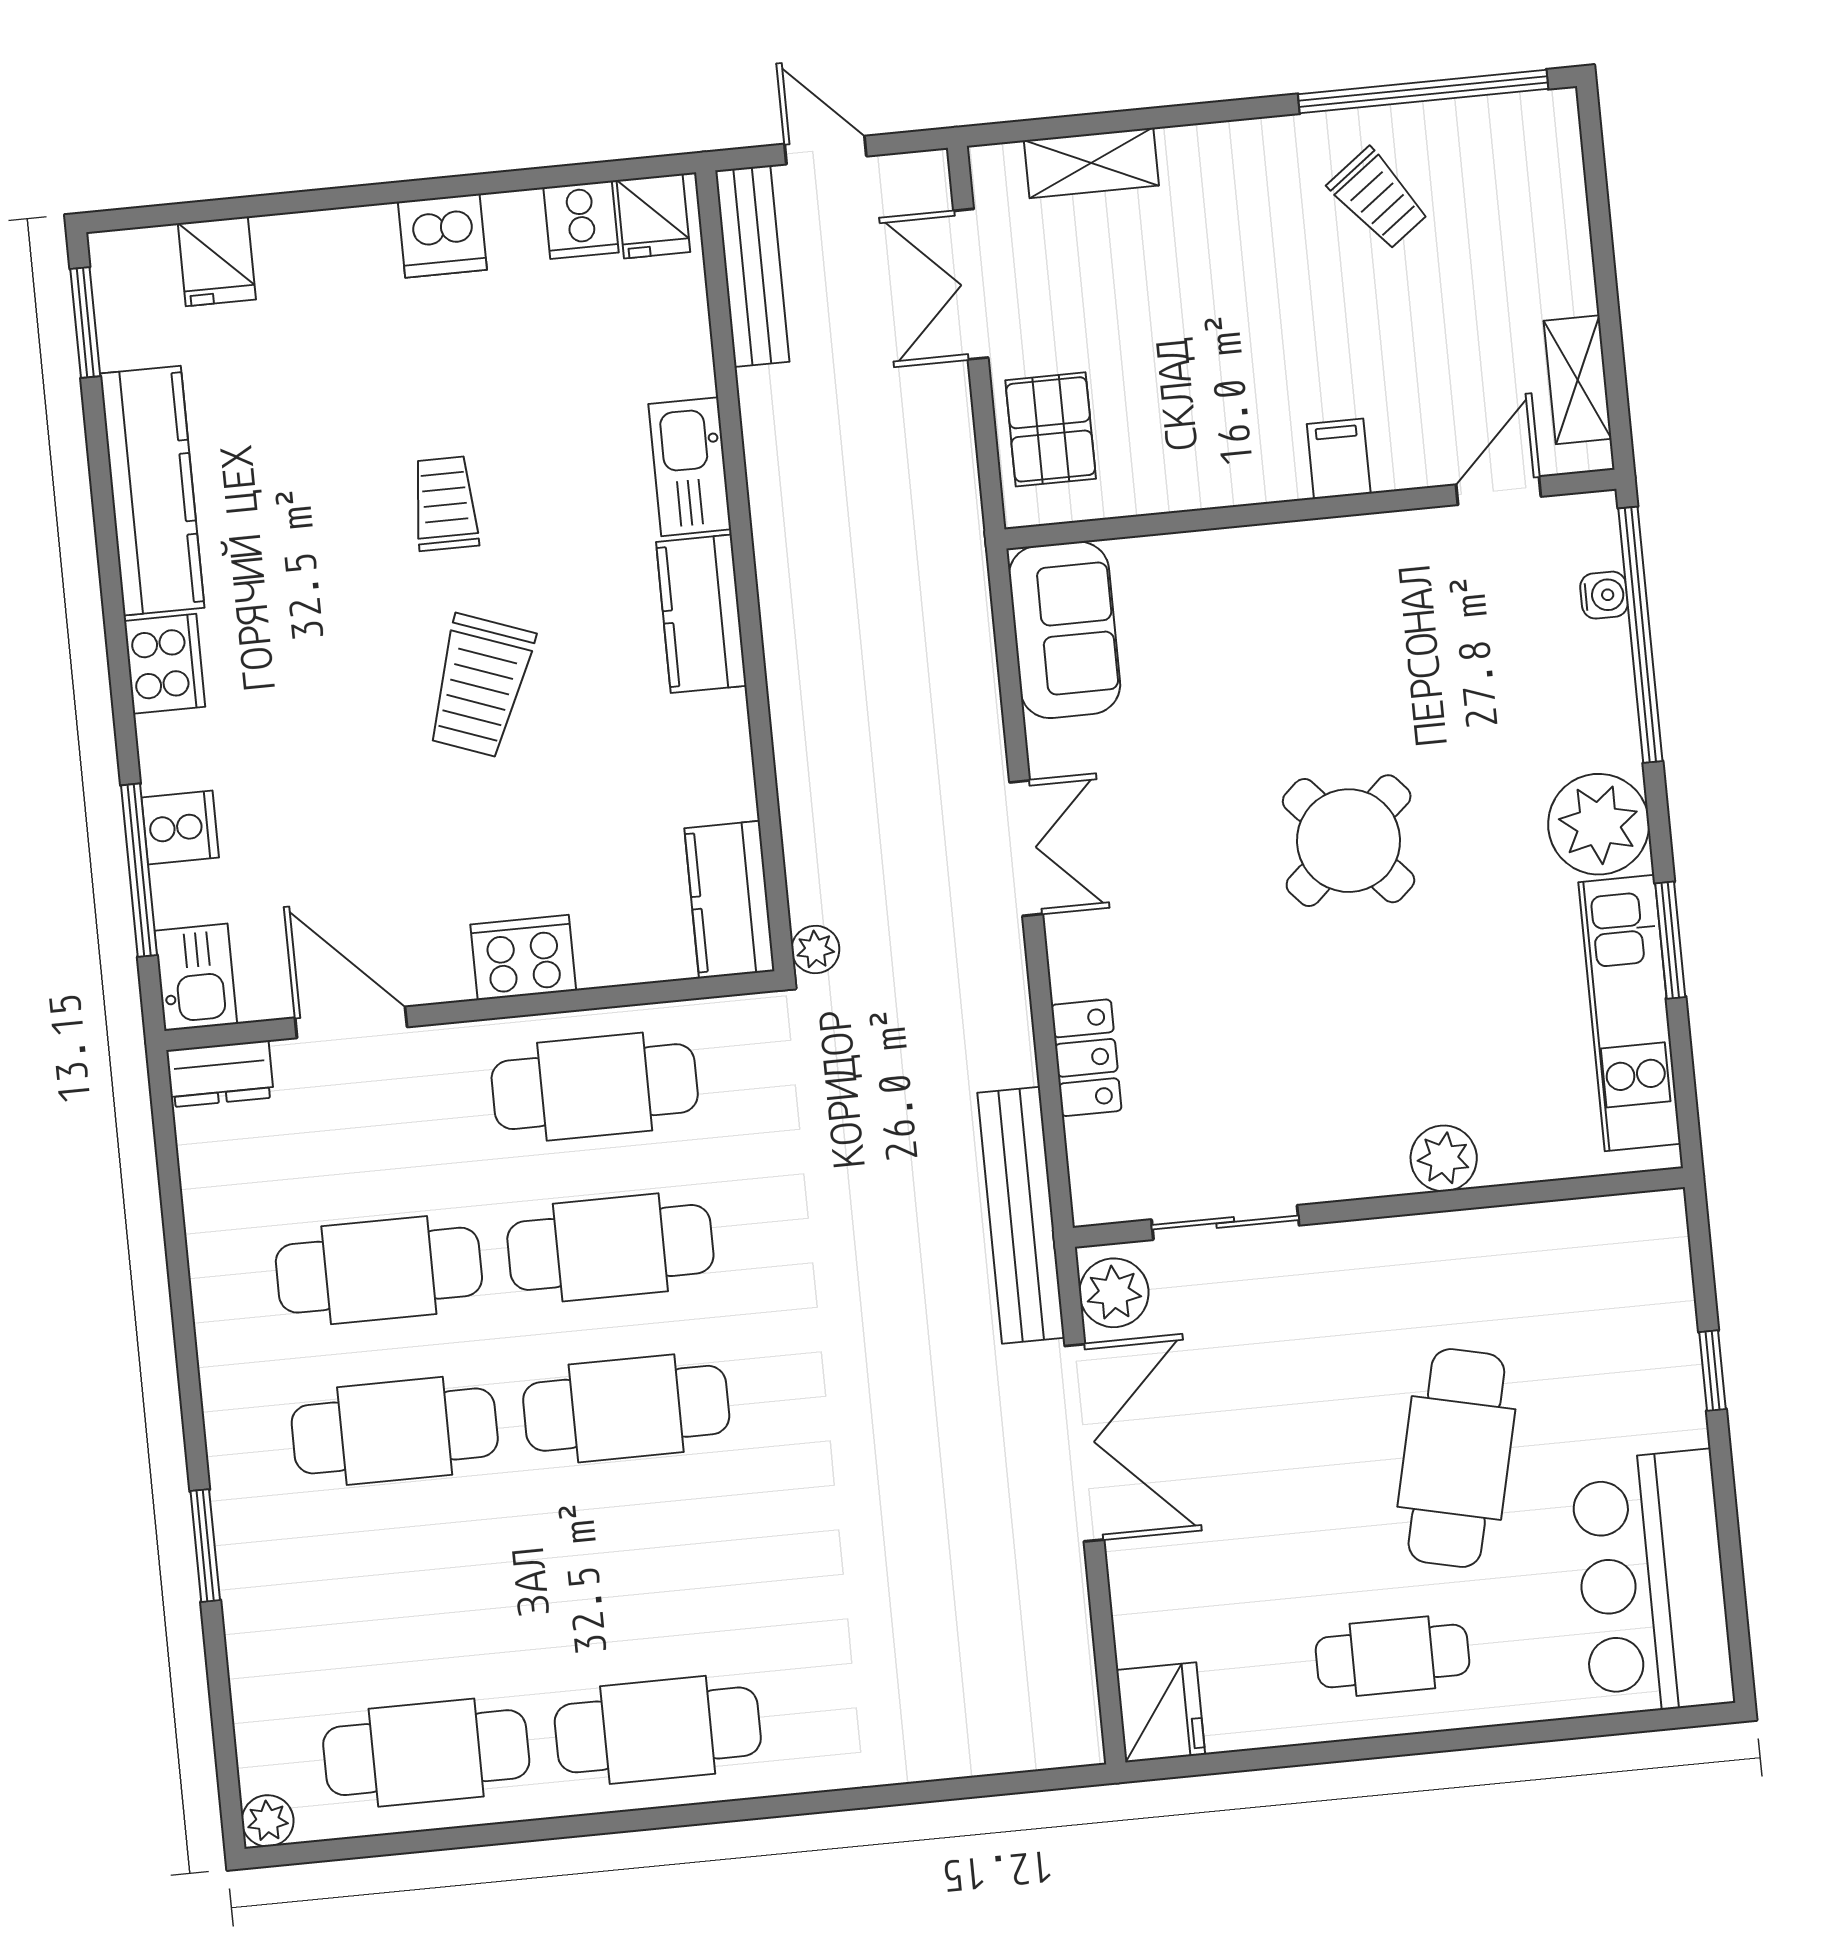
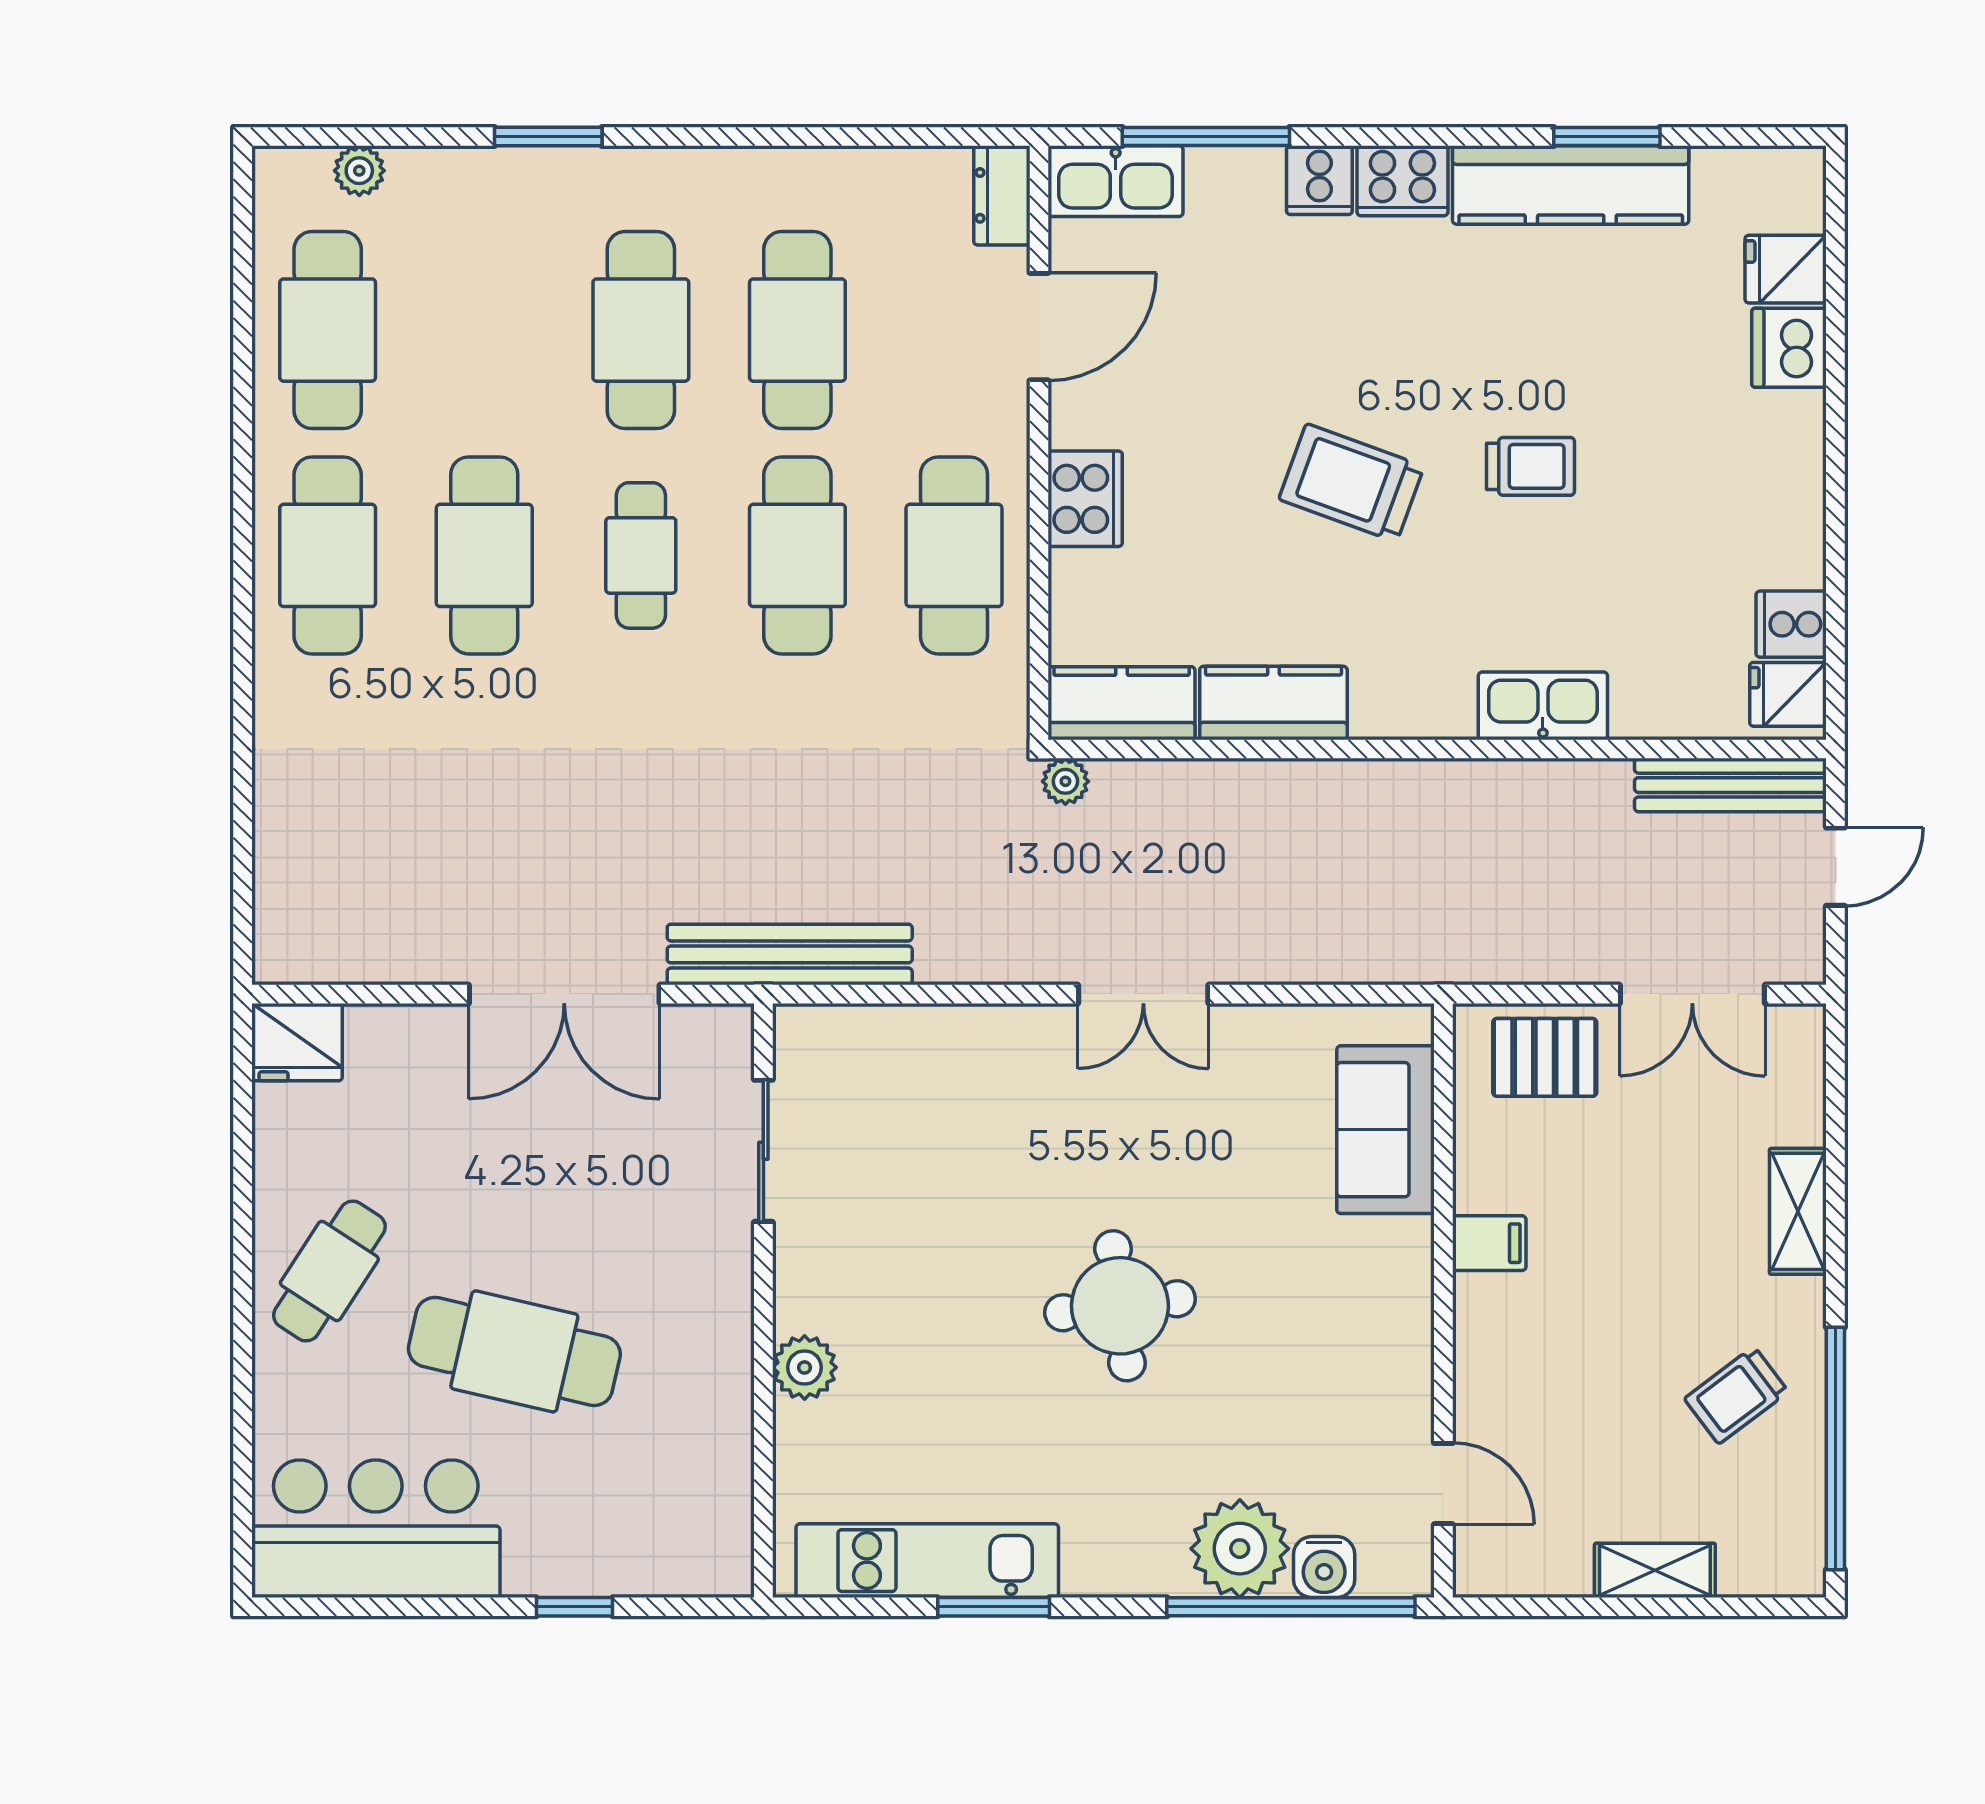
shelving: (1091, 163) -> (1798, 1211), moved
dishwasher: (442, 236) -> (1789, 348), moved
double door: (971, 284) -> (1692, 994), swing flipped
window: (85, 322) -> (1607, 136), moved
shelving: (1578, 380) -> (1655, 1570), moved
filing cabinet: (1339, 459) -> (1489, 1243), moved
water cooler: (1604, 595) -> (1324, 1567), width x1.38, depth x1.38
kitchen counter: (701, 614) -> (1273, 703), moved
sofa: (1065, 630) -> (1386, 1130), moved, turned 90
plant: (1599, 824) -> (1240, 1549), moved
cooker: (180, 828) -> (1319, 180), moved
round table: (1349, 841) -> (1120, 1306), turned 35
kitchen sink: (196, 977) -> (1116, 181), width x1.38
locker: (1086, 1058) -> (935, 1032), removed
plant: (1114, 1293) -> (706, 1037), removed
cafe table: (626, 1408) -> (641, 555), width x0.73, depth x0.74
cafe table: (642, 1569) -> (484, 555), added
cafe table: (1392, 1656) -> (329, 1271), turned 33
plant: (268, 1821) -> (359, 171), moved

